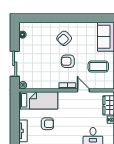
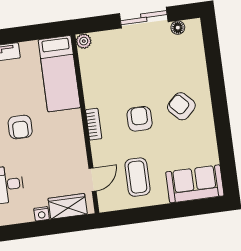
sliding door: (15, 64) -> (144, 18), moved
door: (83, 90) -> (93, 180), moved
armchair: (47, 124) -> (20, 127), moved

